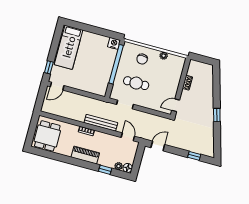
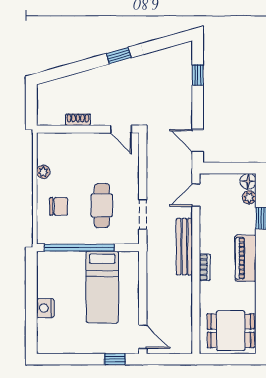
nightstand: (114, 43) -> (45, 308), moved
bed: (69, 47) -> (102, 287), moved, turned 90

